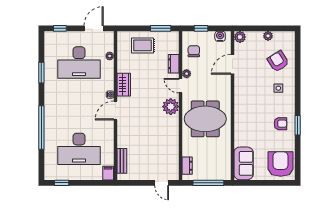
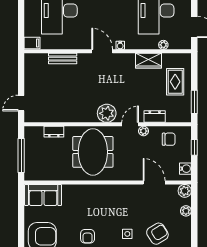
plant: (268, 36) -> (186, 211), moved
wardrobe: (124, 85) -> (148, 61), moved
bench: (122, 161) -> (63, 59), moved
dresser: (187, 166) -> (54, 132), moved

